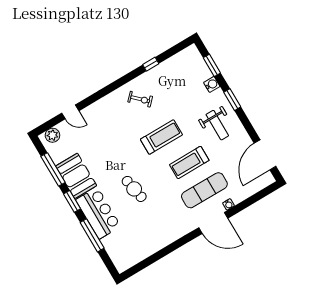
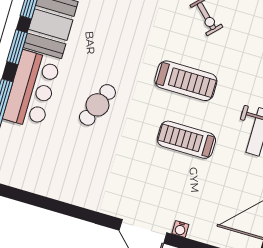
cafe table: (134, 189) -> (97, 105), turned 33
exercise mat: (204, 190) -> (171, 187), removed

